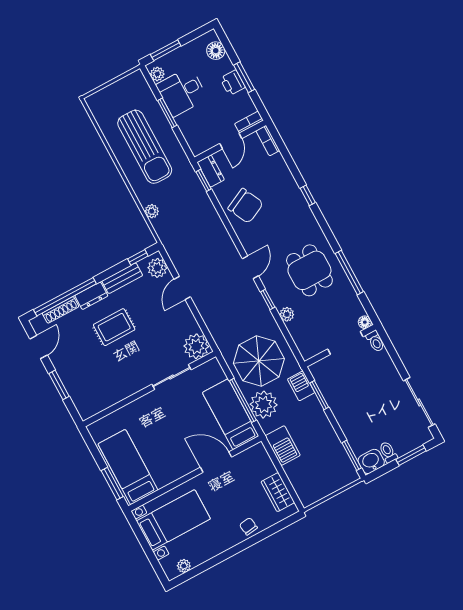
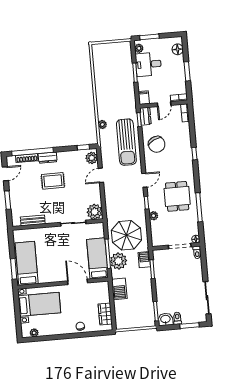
printer: (233, 83) -> (179, 72), removed
filing cabinet: (196, 144) -> (144, 98), added
sun lounger: (145, 147) -> (126, 142), moved
bench: (122, 278) -> (33, 220), moved

